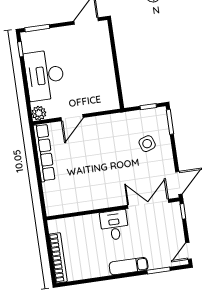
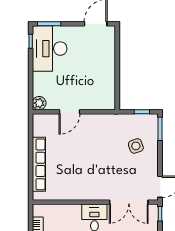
desk: (45, 75) -> (50, 49), moved
row of seats: (44, 153) -> (39, 164), moved
double door: (148, 204) -> (129, 202), swing flipped

